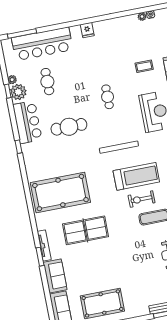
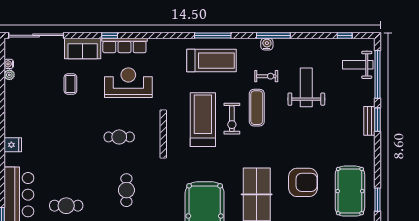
cafe table: (108, 97) -> (119, 137), moved
cafe table: (69, 127) -> (126, 190), width x0.73, depth x0.74
armchair: (102, 265) -> (303, 182), added

